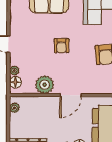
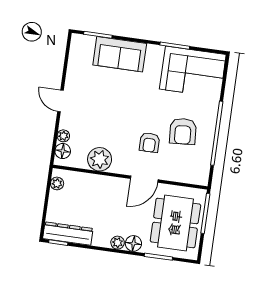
armchair: (62, 46) -> (149, 143), moved
door: (71, 95) -> (144, 179), moved

